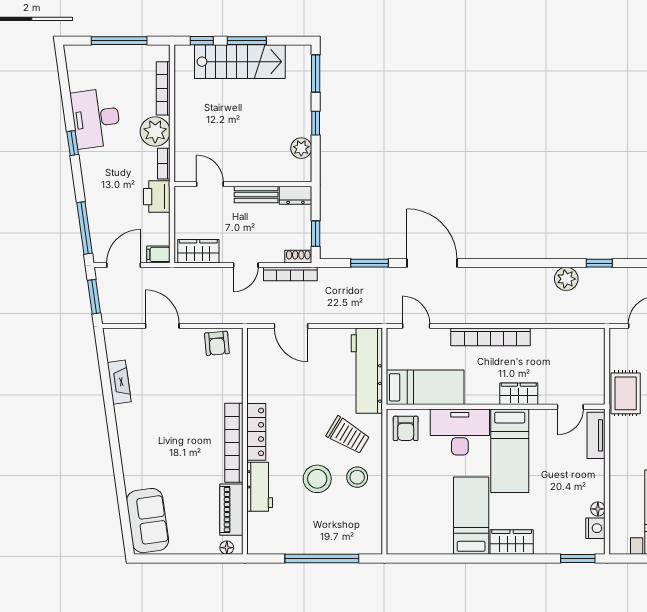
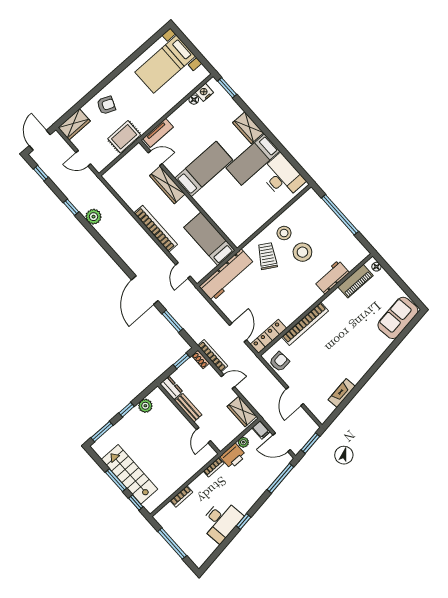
bookcase: (163, 88) -> (181, 496), width x0.64
plant: (155, 132) -> (243, 442), moved, width x0.53, depth x0.53
wardrobe: (519, 394) -> (167, 185), width x1.50
armchair: (406, 428) -> (238, 230), removed
locker: (256, 432) -> (268, 336), moved
desk: (460, 432) -> (282, 177), moved, turned 180
bookcase: (234, 443) -> (305, 324), moved

